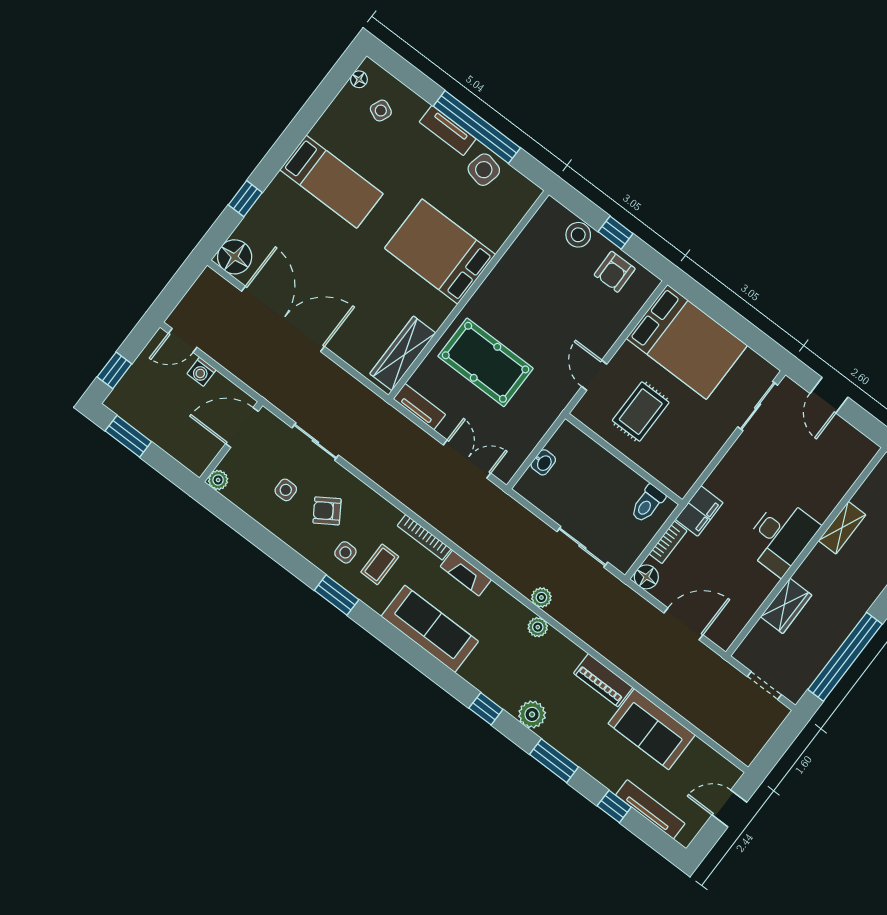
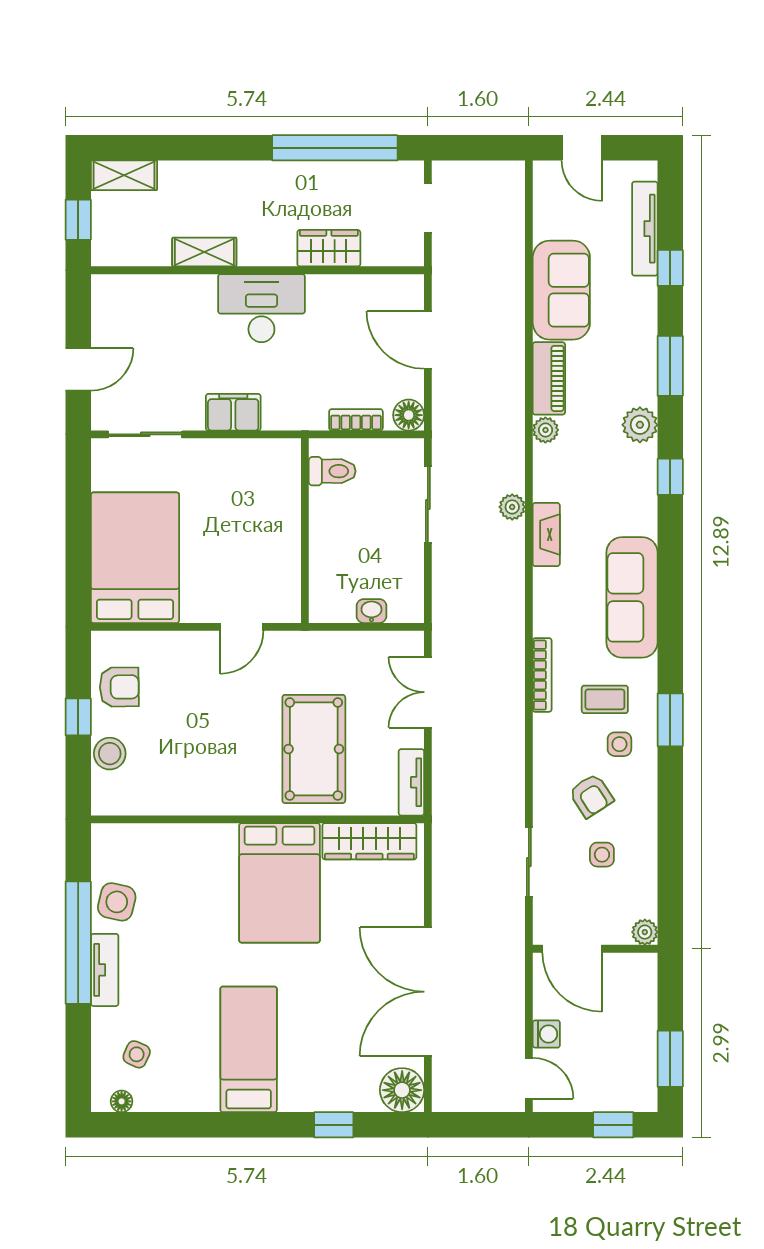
bed: (440, 251) -> (280, 883), moved
rug: (641, 412) -> (243, 551), removed
filing cabinet: (699, 511) -> (233, 412), moved
fireplace: (466, 573) -> (546, 534), moved
plant: (538, 627) -> (545, 430), moved

